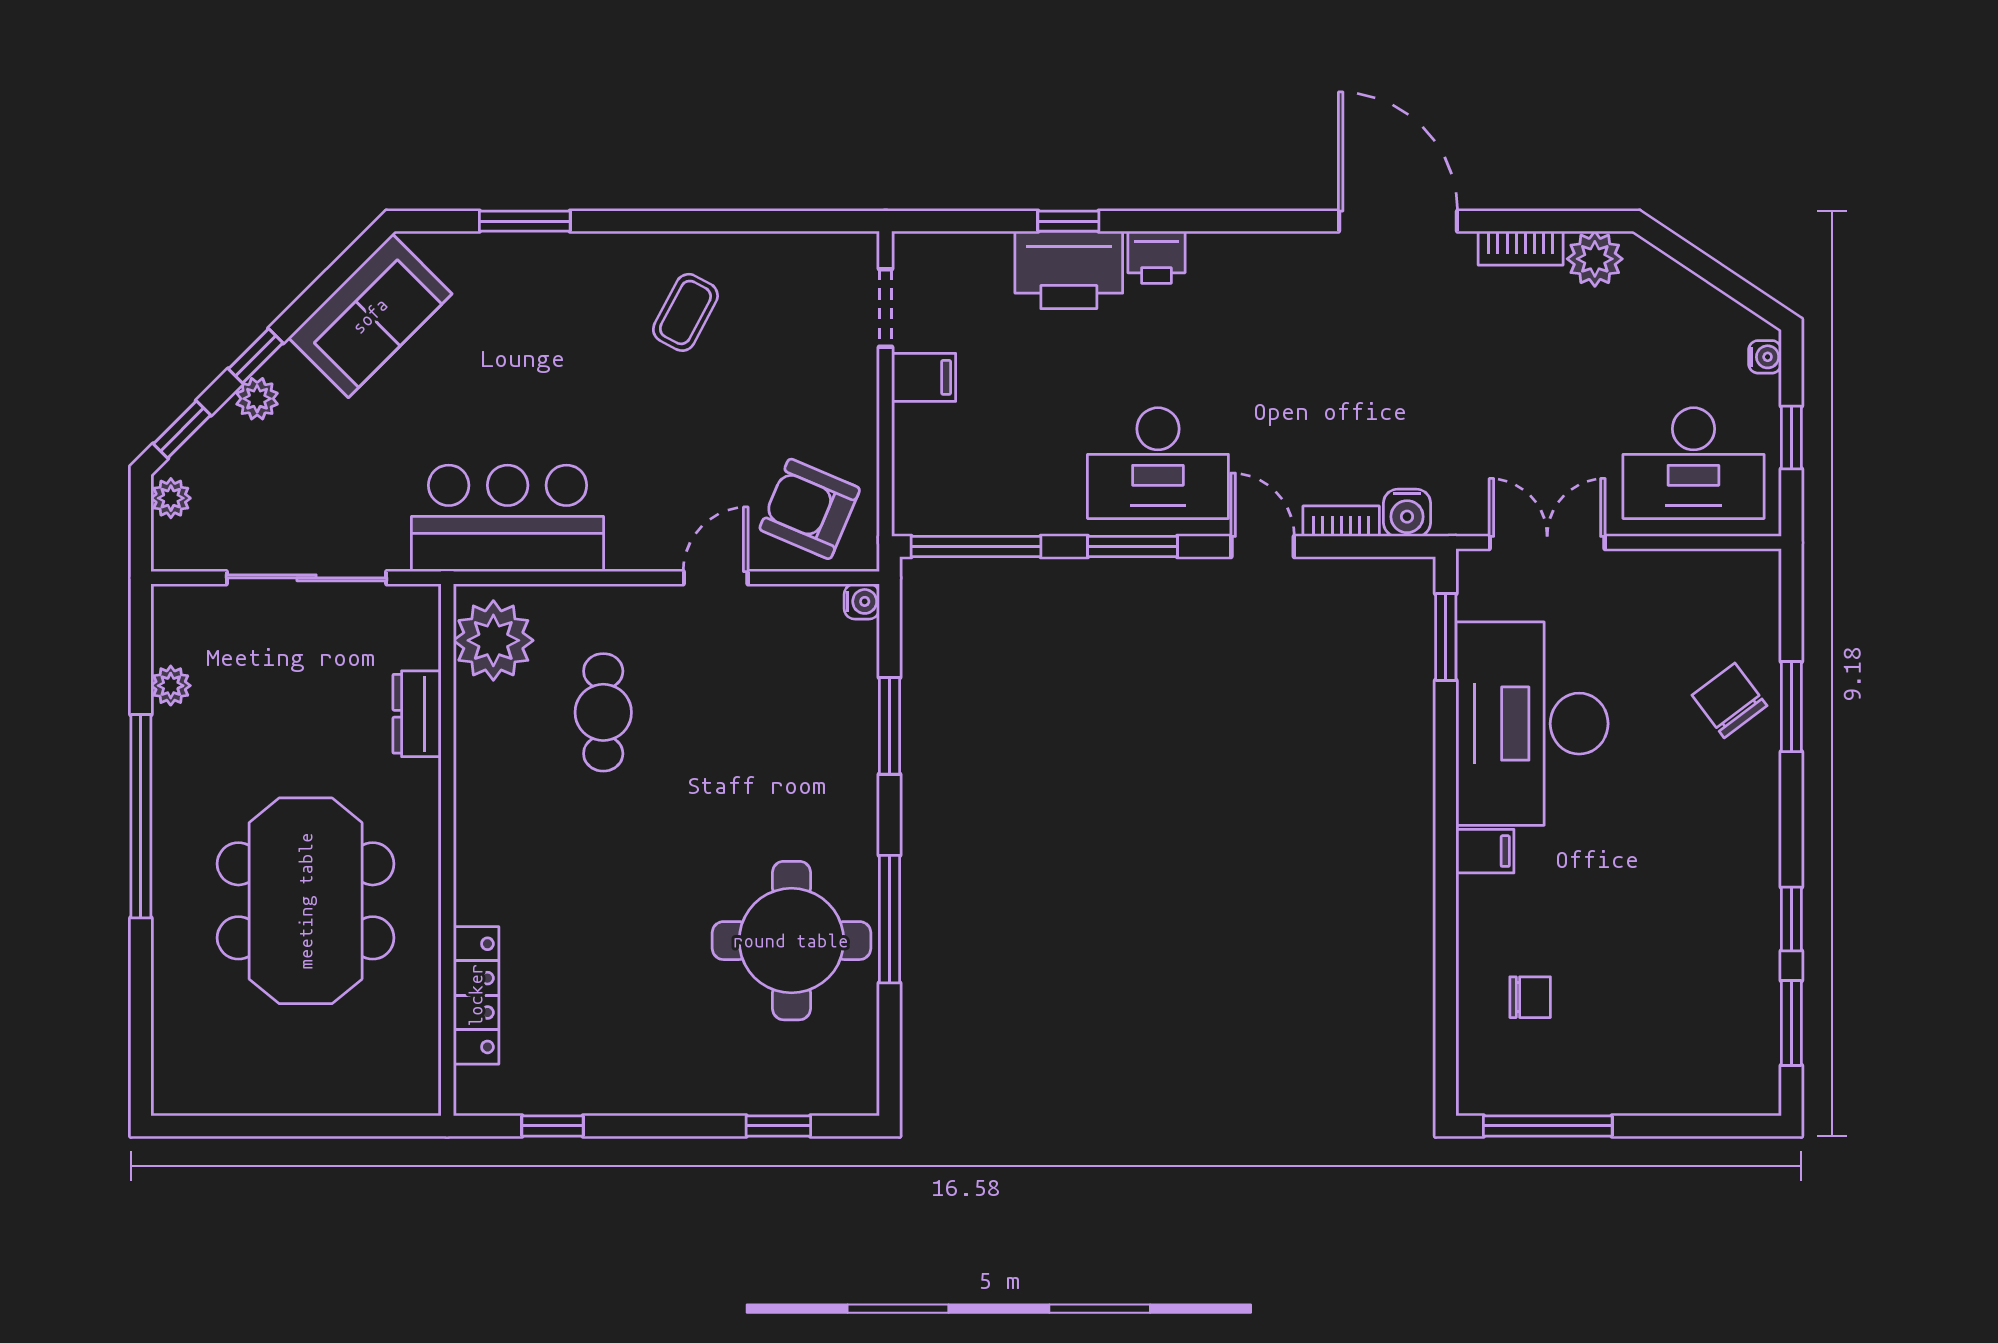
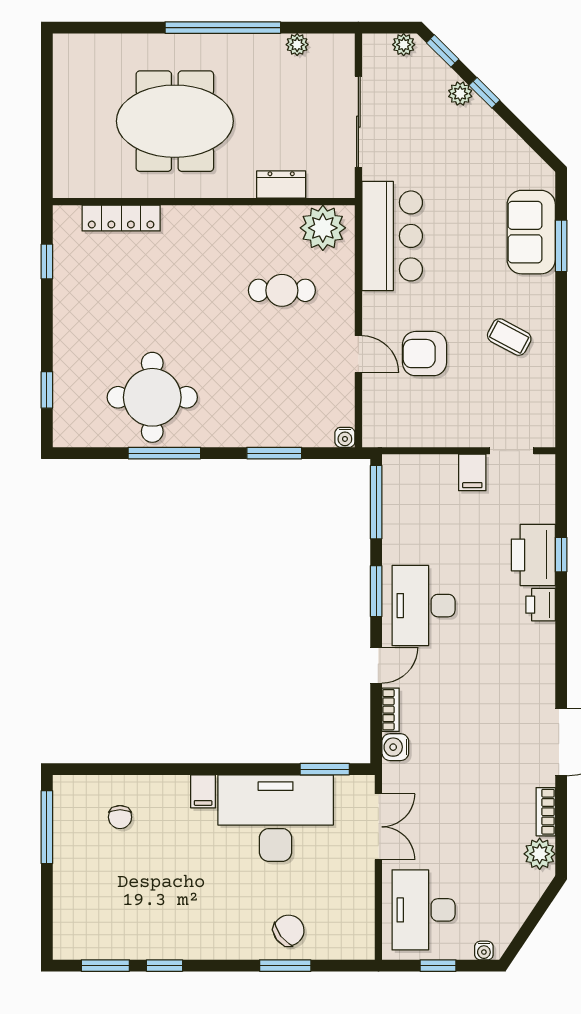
sofa: (370, 316) -> (531, 232), moved, turned 45
armchair: (810, 509) -> (424, 354), moved, turned -113

